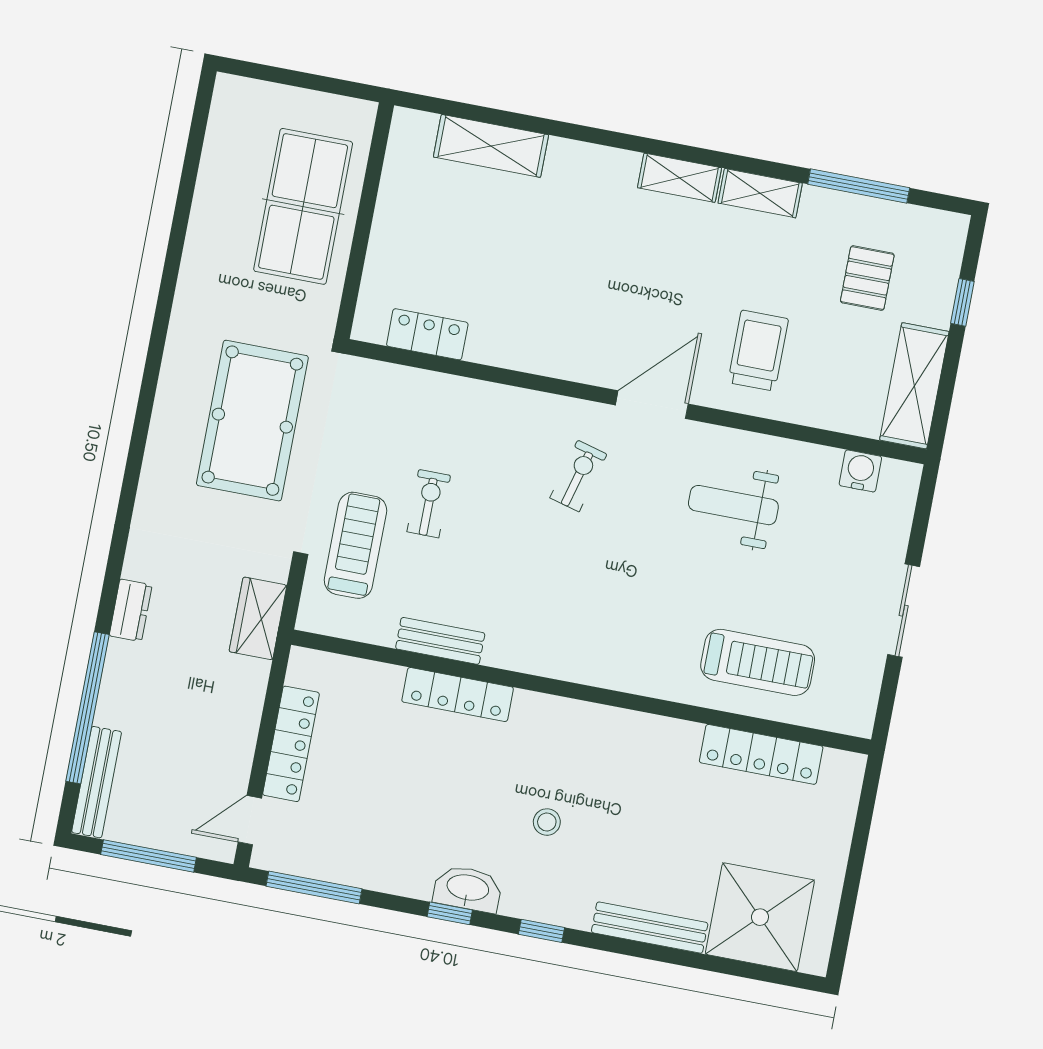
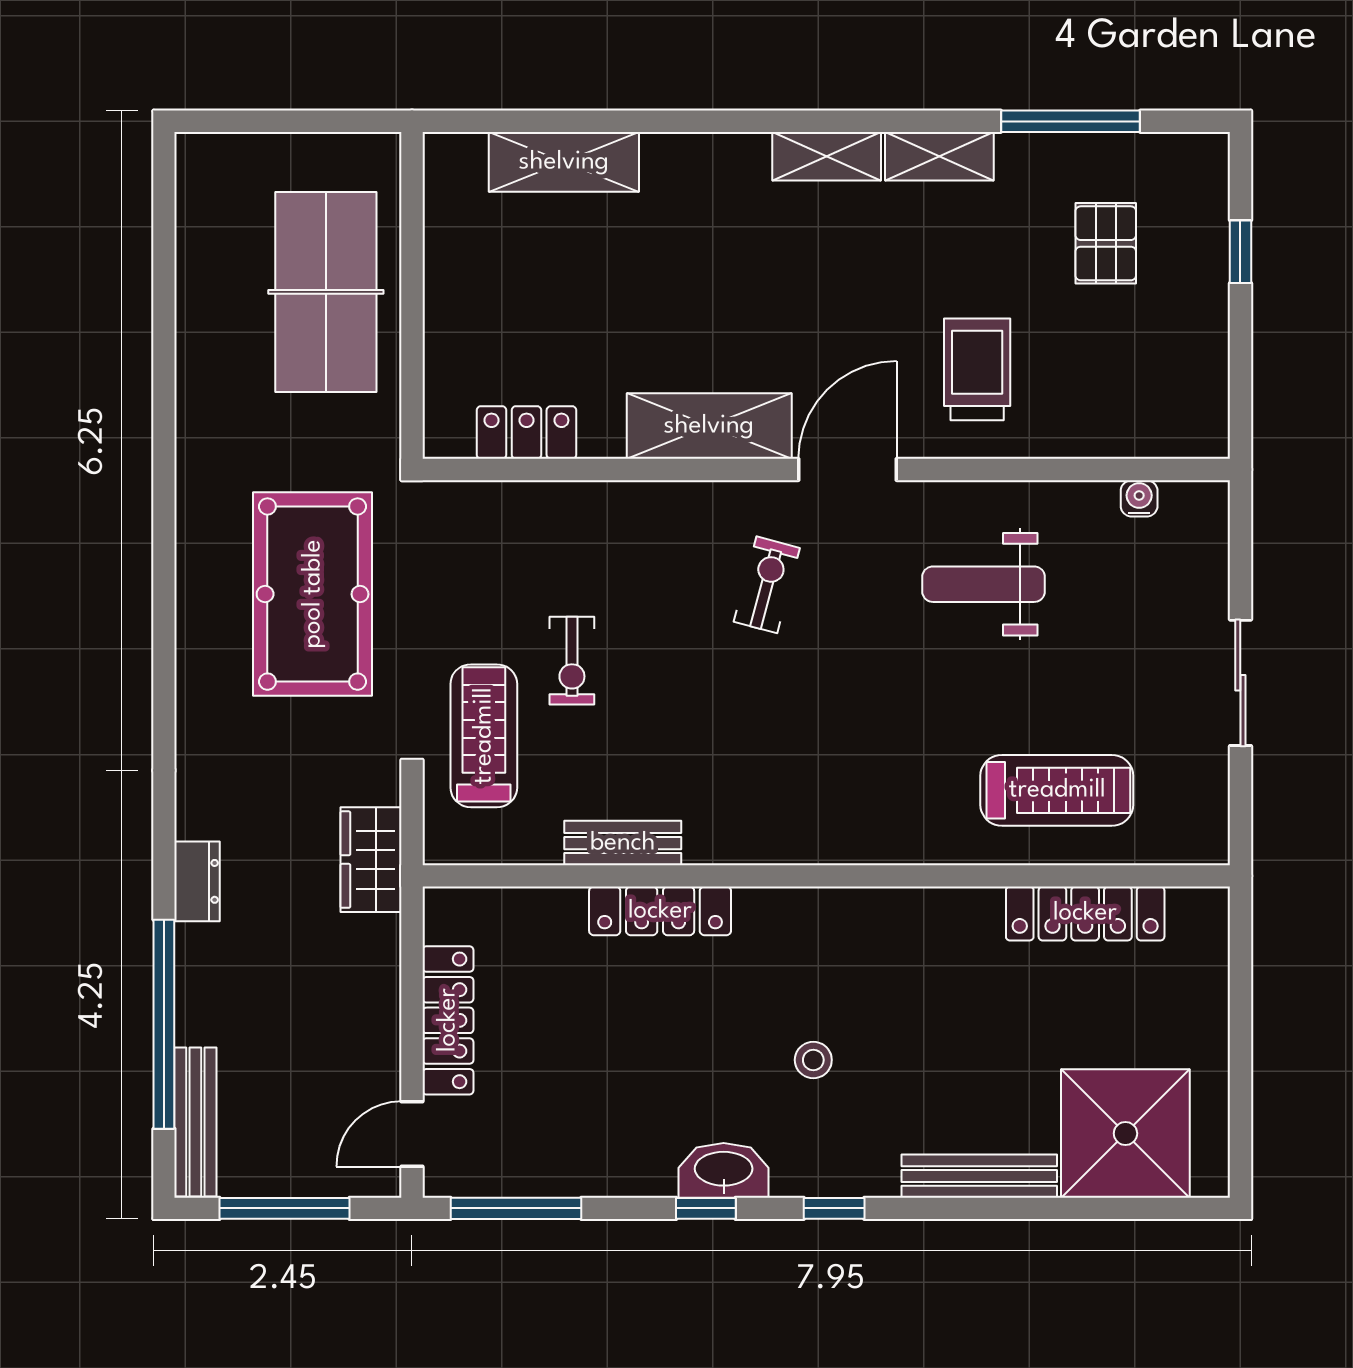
shelving: (914, 386) -> (709, 426), moved, turned 90
water cooler: (860, 471) -> (1139, 498), width x0.72, depth x0.72
exercise bike: (429, 504) -> (572, 661), turned 180

